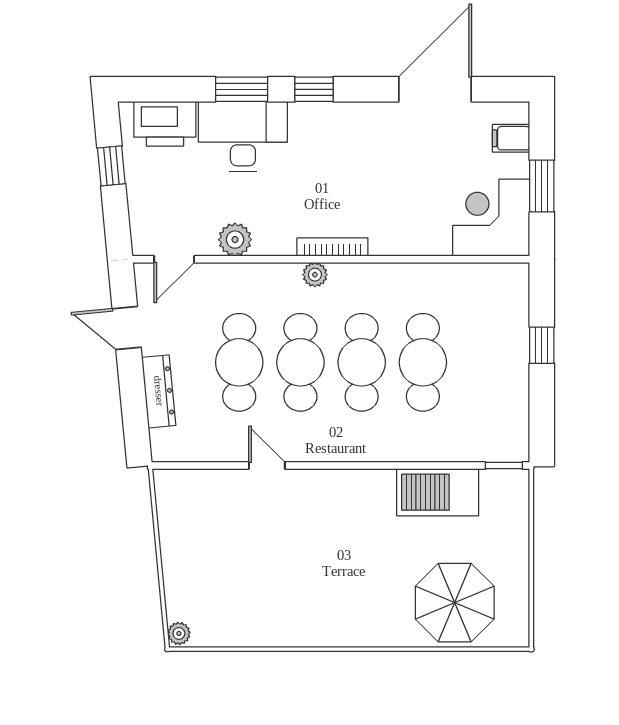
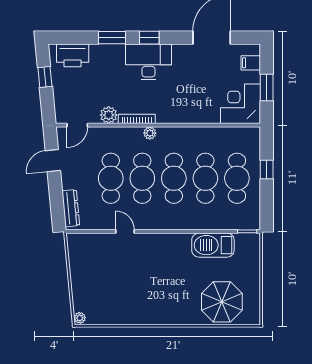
desk: (243, 136) -> (148, 62), moved
bookcase: (332, 247) -> (137, 119), moved
door: (127, 328) -> (53, 161), hinge flipped
cafe table: (484, 362) -> (237, 178), added
dresser: (159, 391) -> (71, 208), moved

